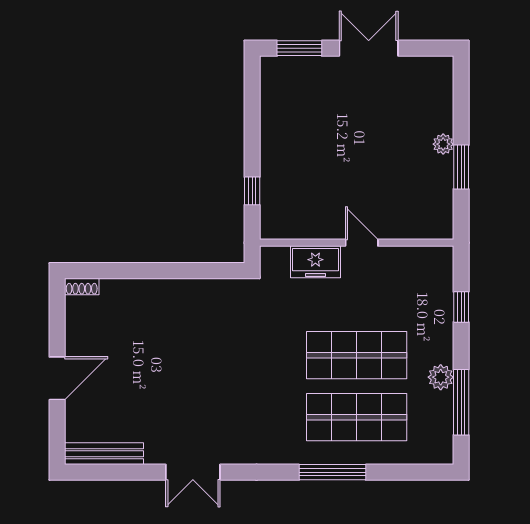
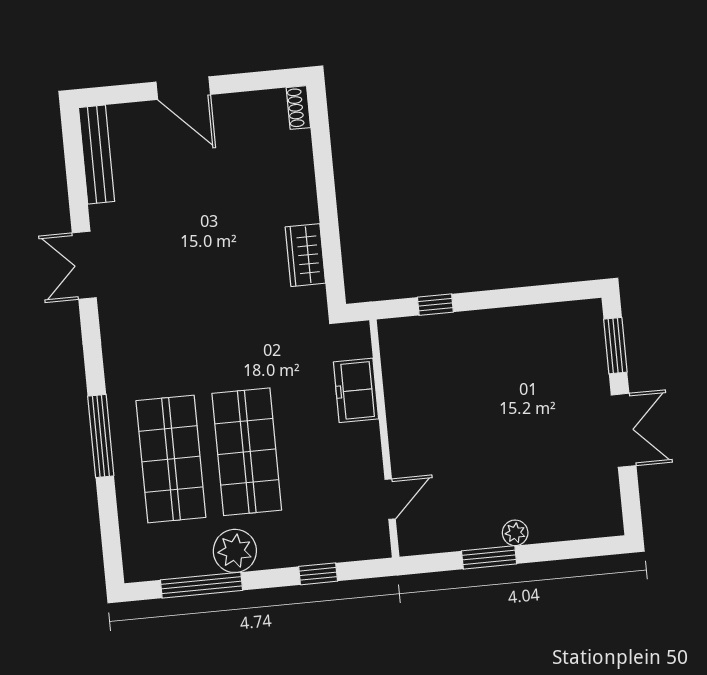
door: (362, 243) -> (390, 499), moved
wardrobe: (202, 292) -> (305, 255), added
plant: (441, 377) -> (235, 551), width x1.36, depth x1.36

